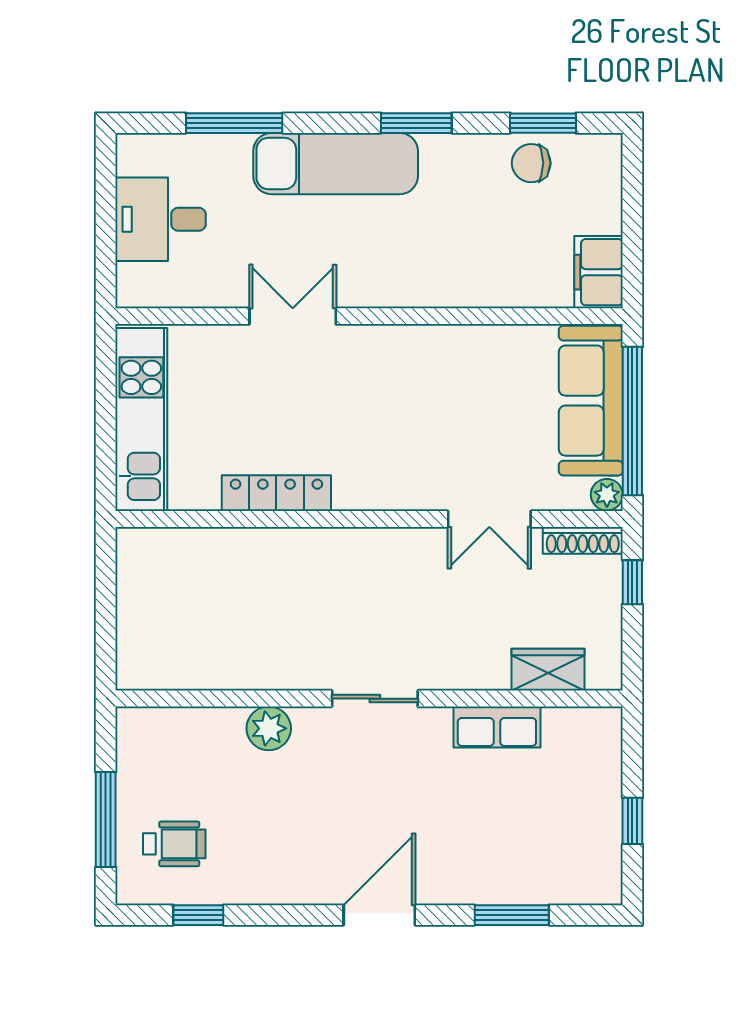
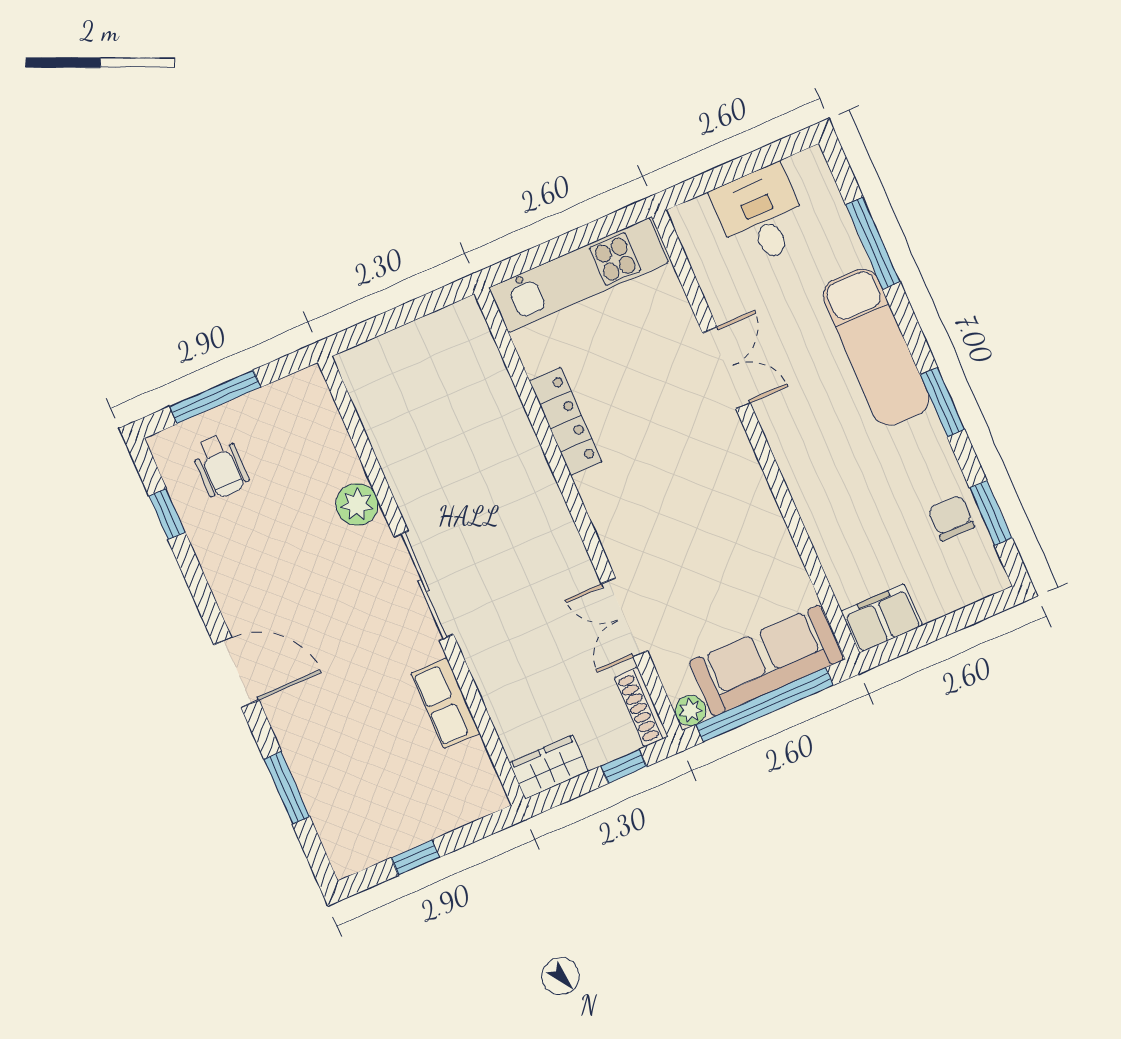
wardrobe: (548, 670) -> (549, 767), moved, turned -90
sliding door: (375, 699) -> (424, 586), width x1.37

